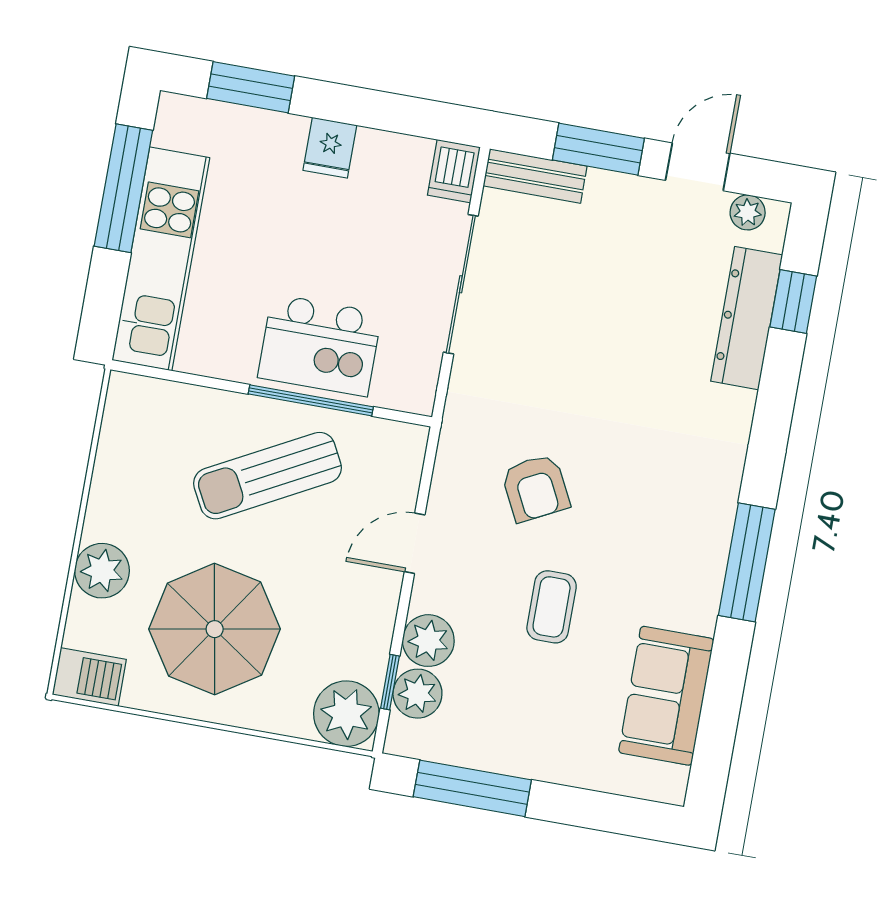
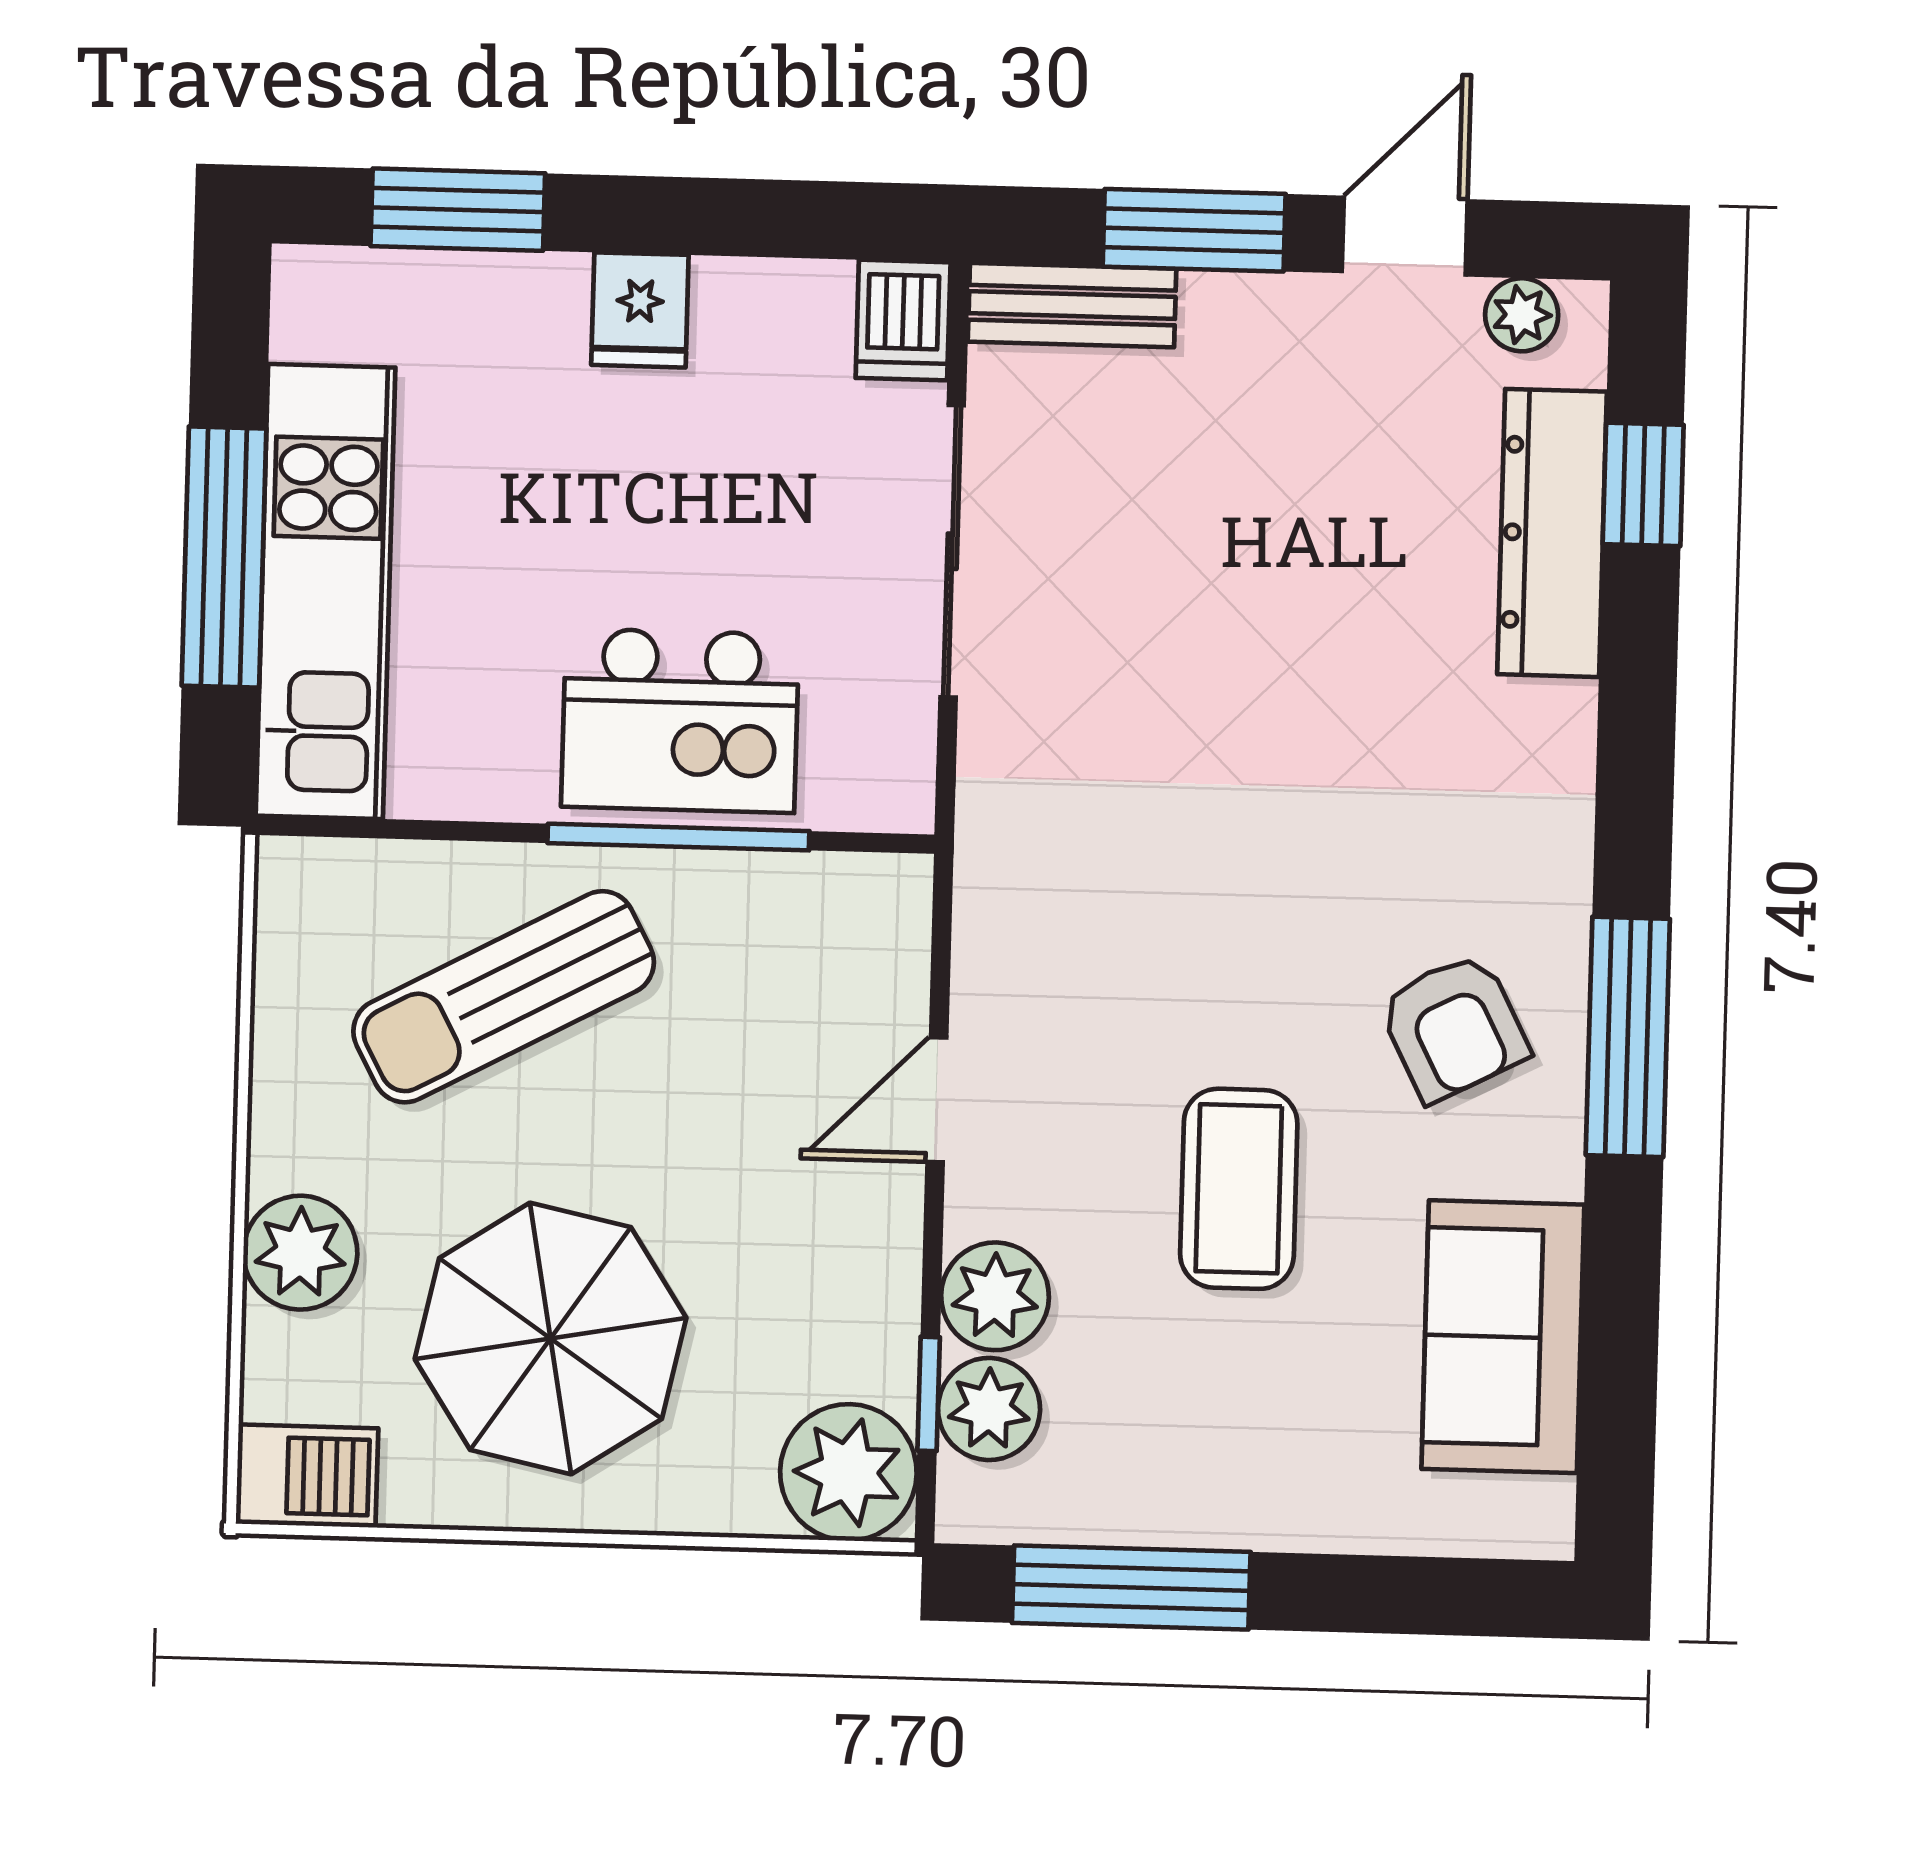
window: (123, 188) -> (224, 557), moved
sun lounger: (268, 476) -> (504, 997), moved
armchair: (535, 488) -> (1454, 1027), moved
coffee table: (552, 607) -> (1239, 1189), width x1.36, depth x1.30

